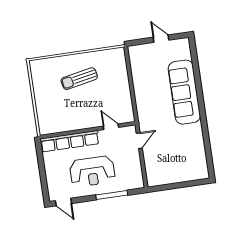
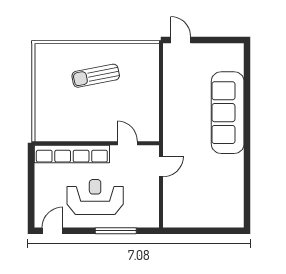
door: (161, 39) -> (181, 40), moved
reception desk: (92, 171) -> (95, 197), turned 180
door: (63, 202) -> (53, 231), swing flipped

